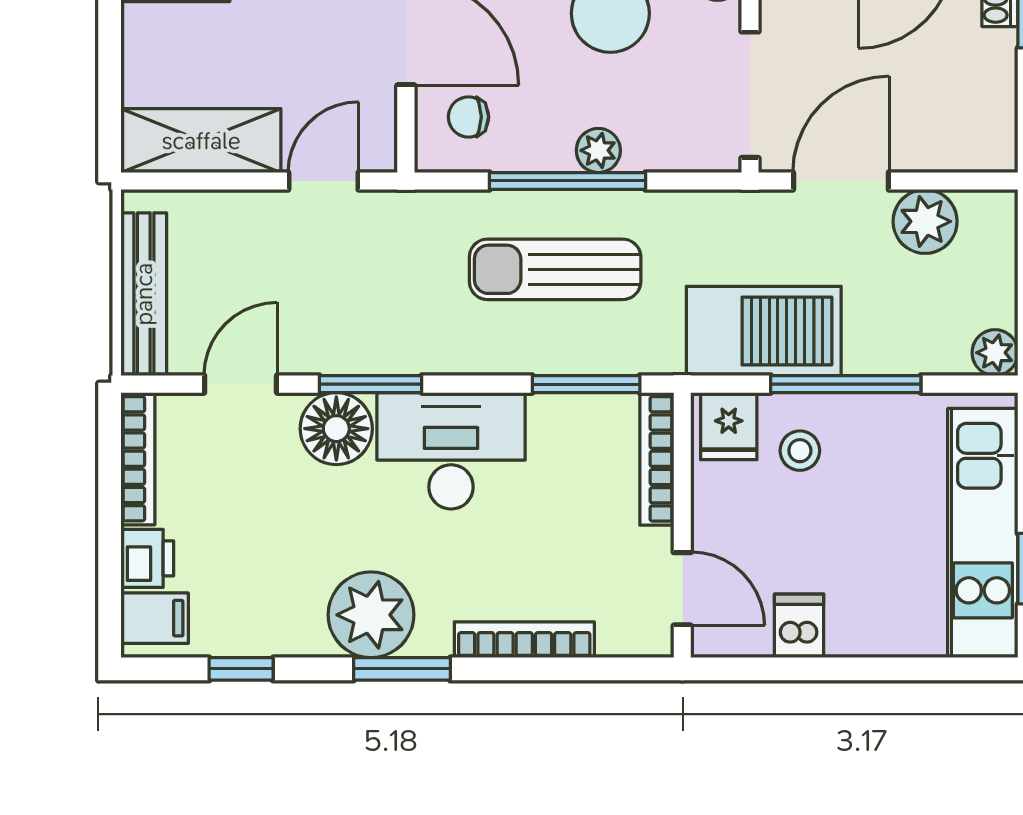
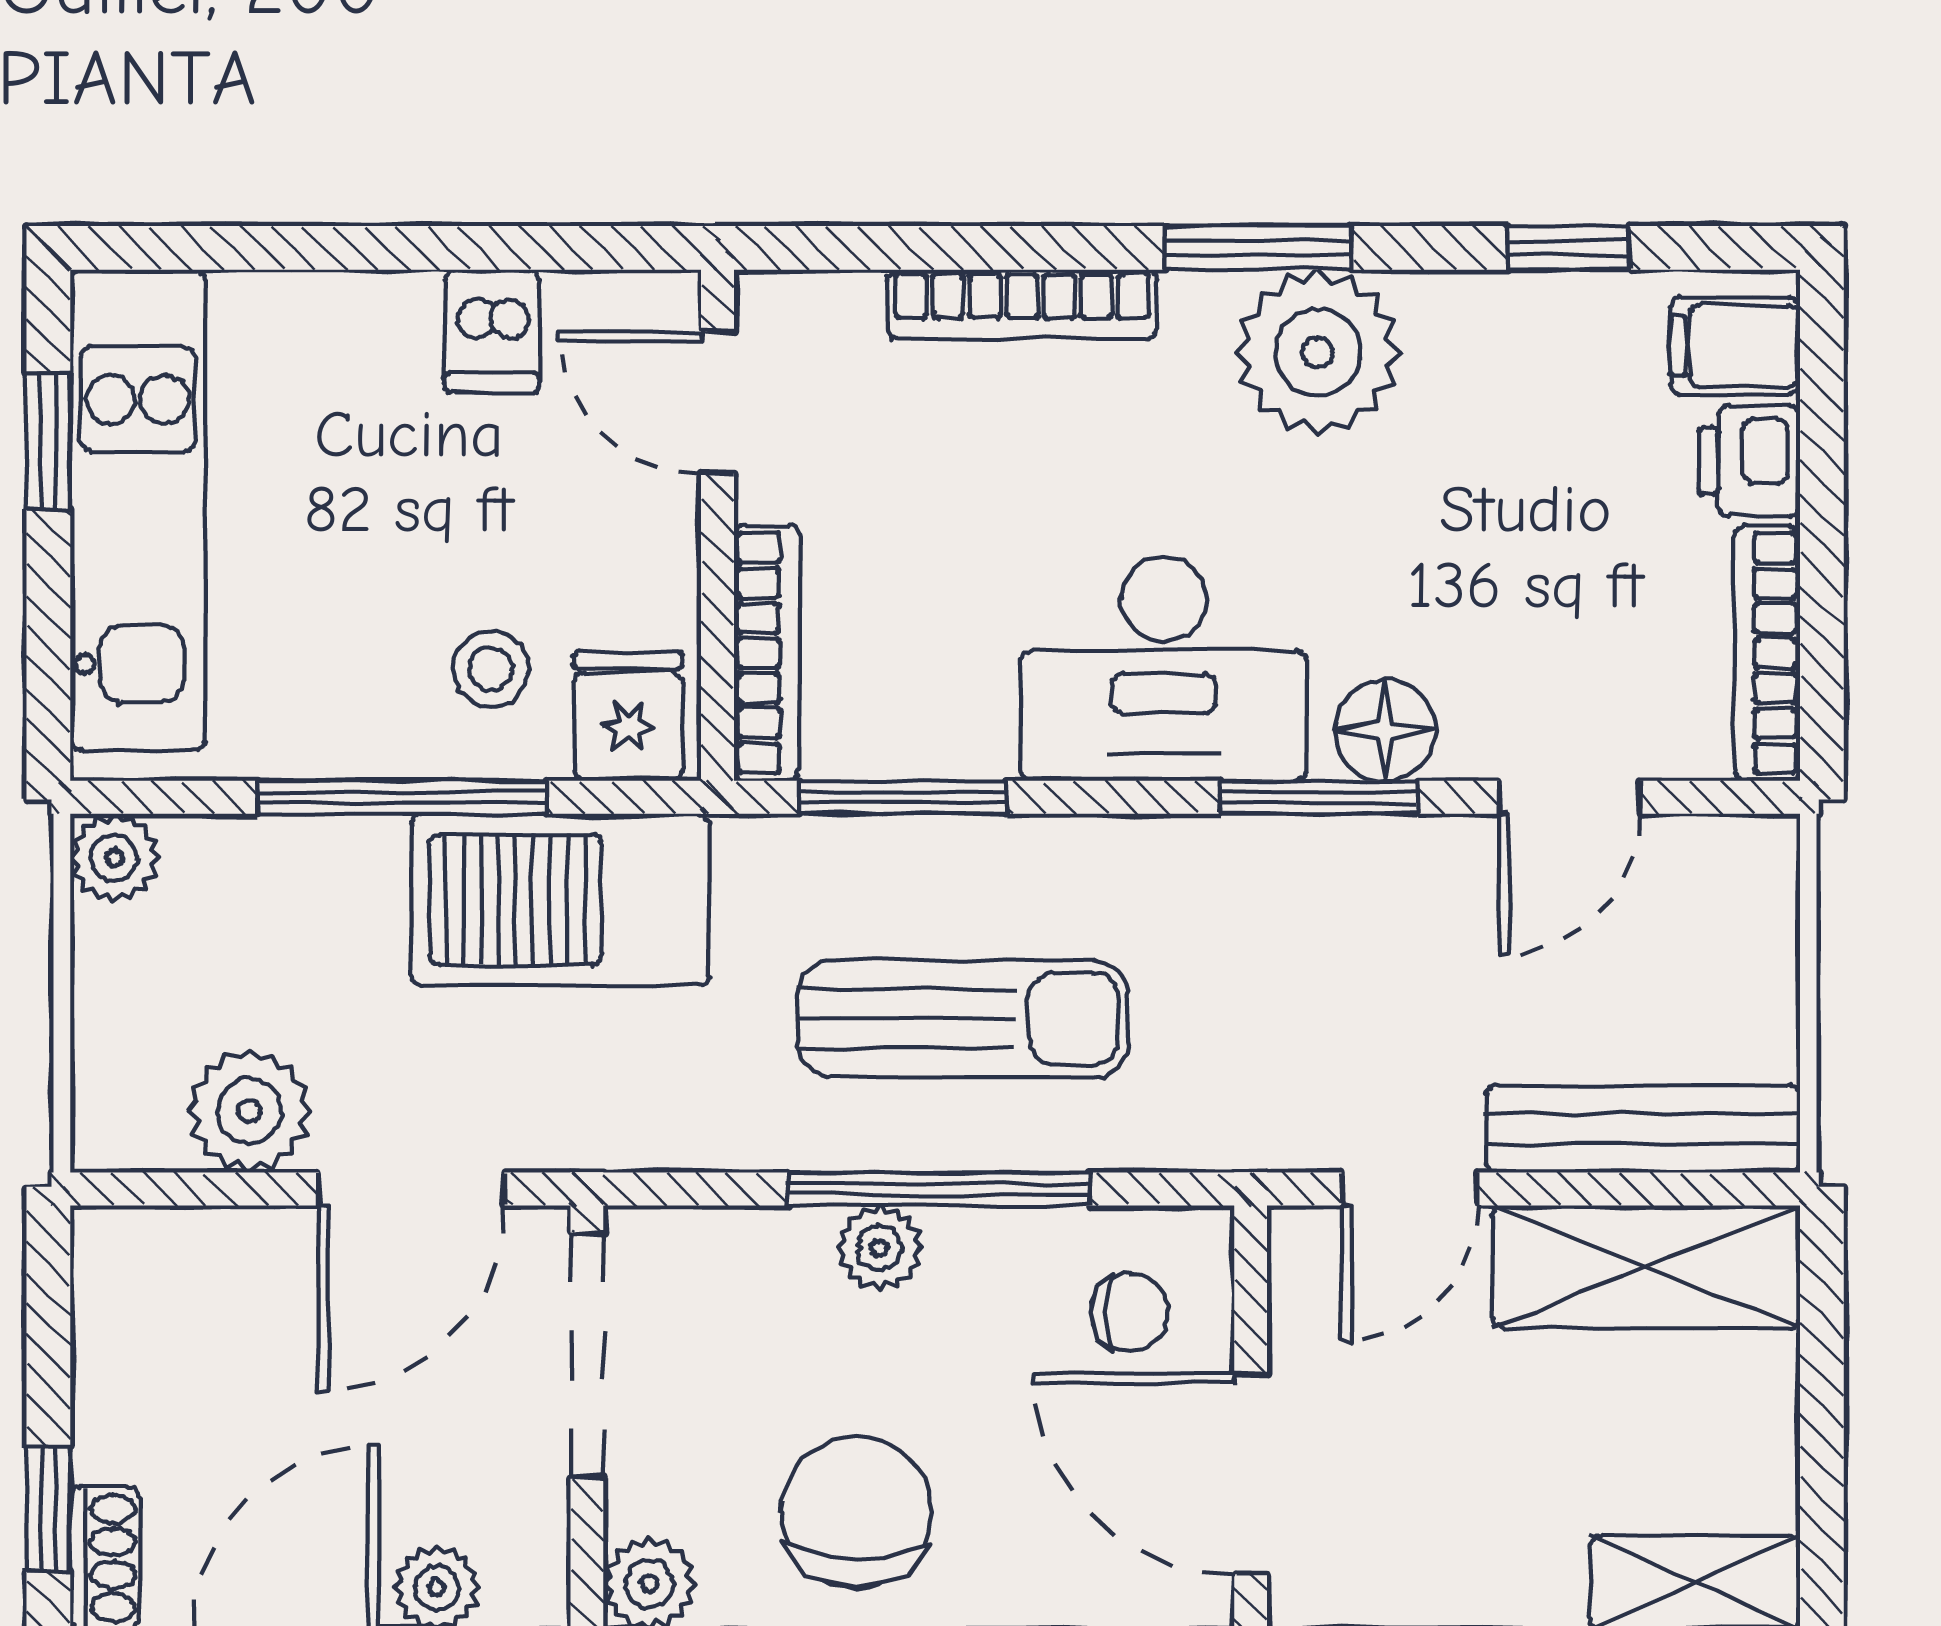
bench: (144, 294) -> (1643, 1129), moved, turned 90
floor lamp: (336, 429) -> (1385, 730), width x0.73, depth x0.73

